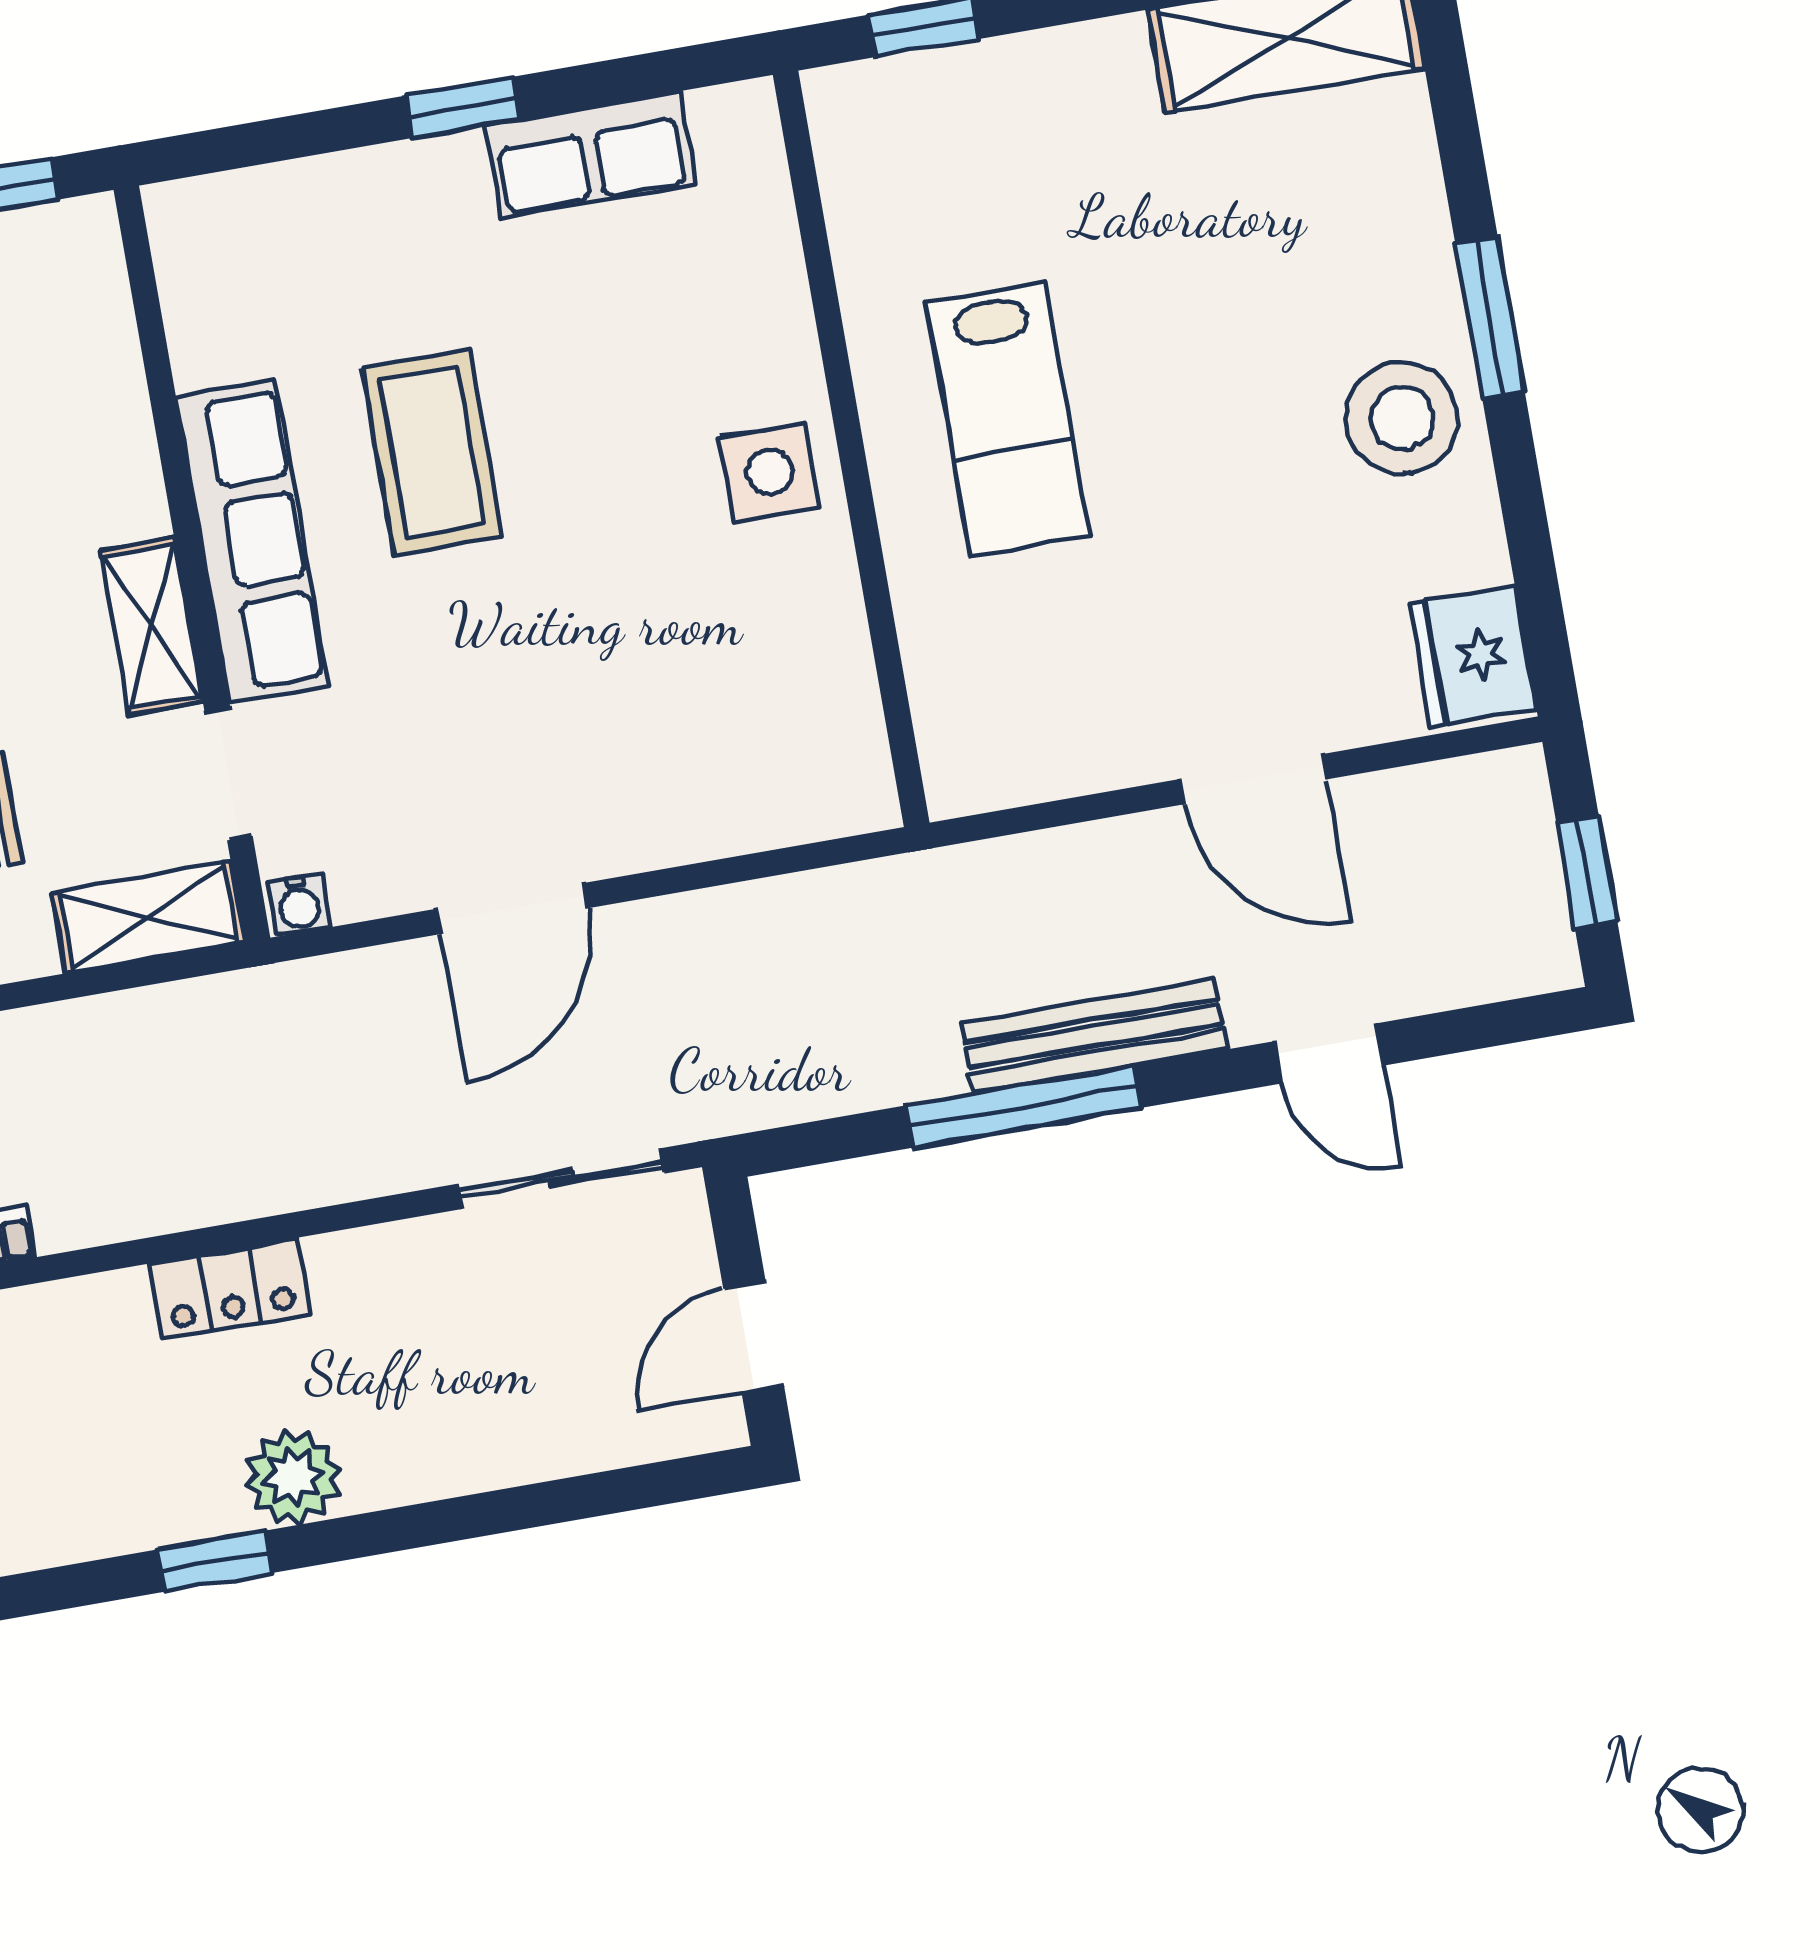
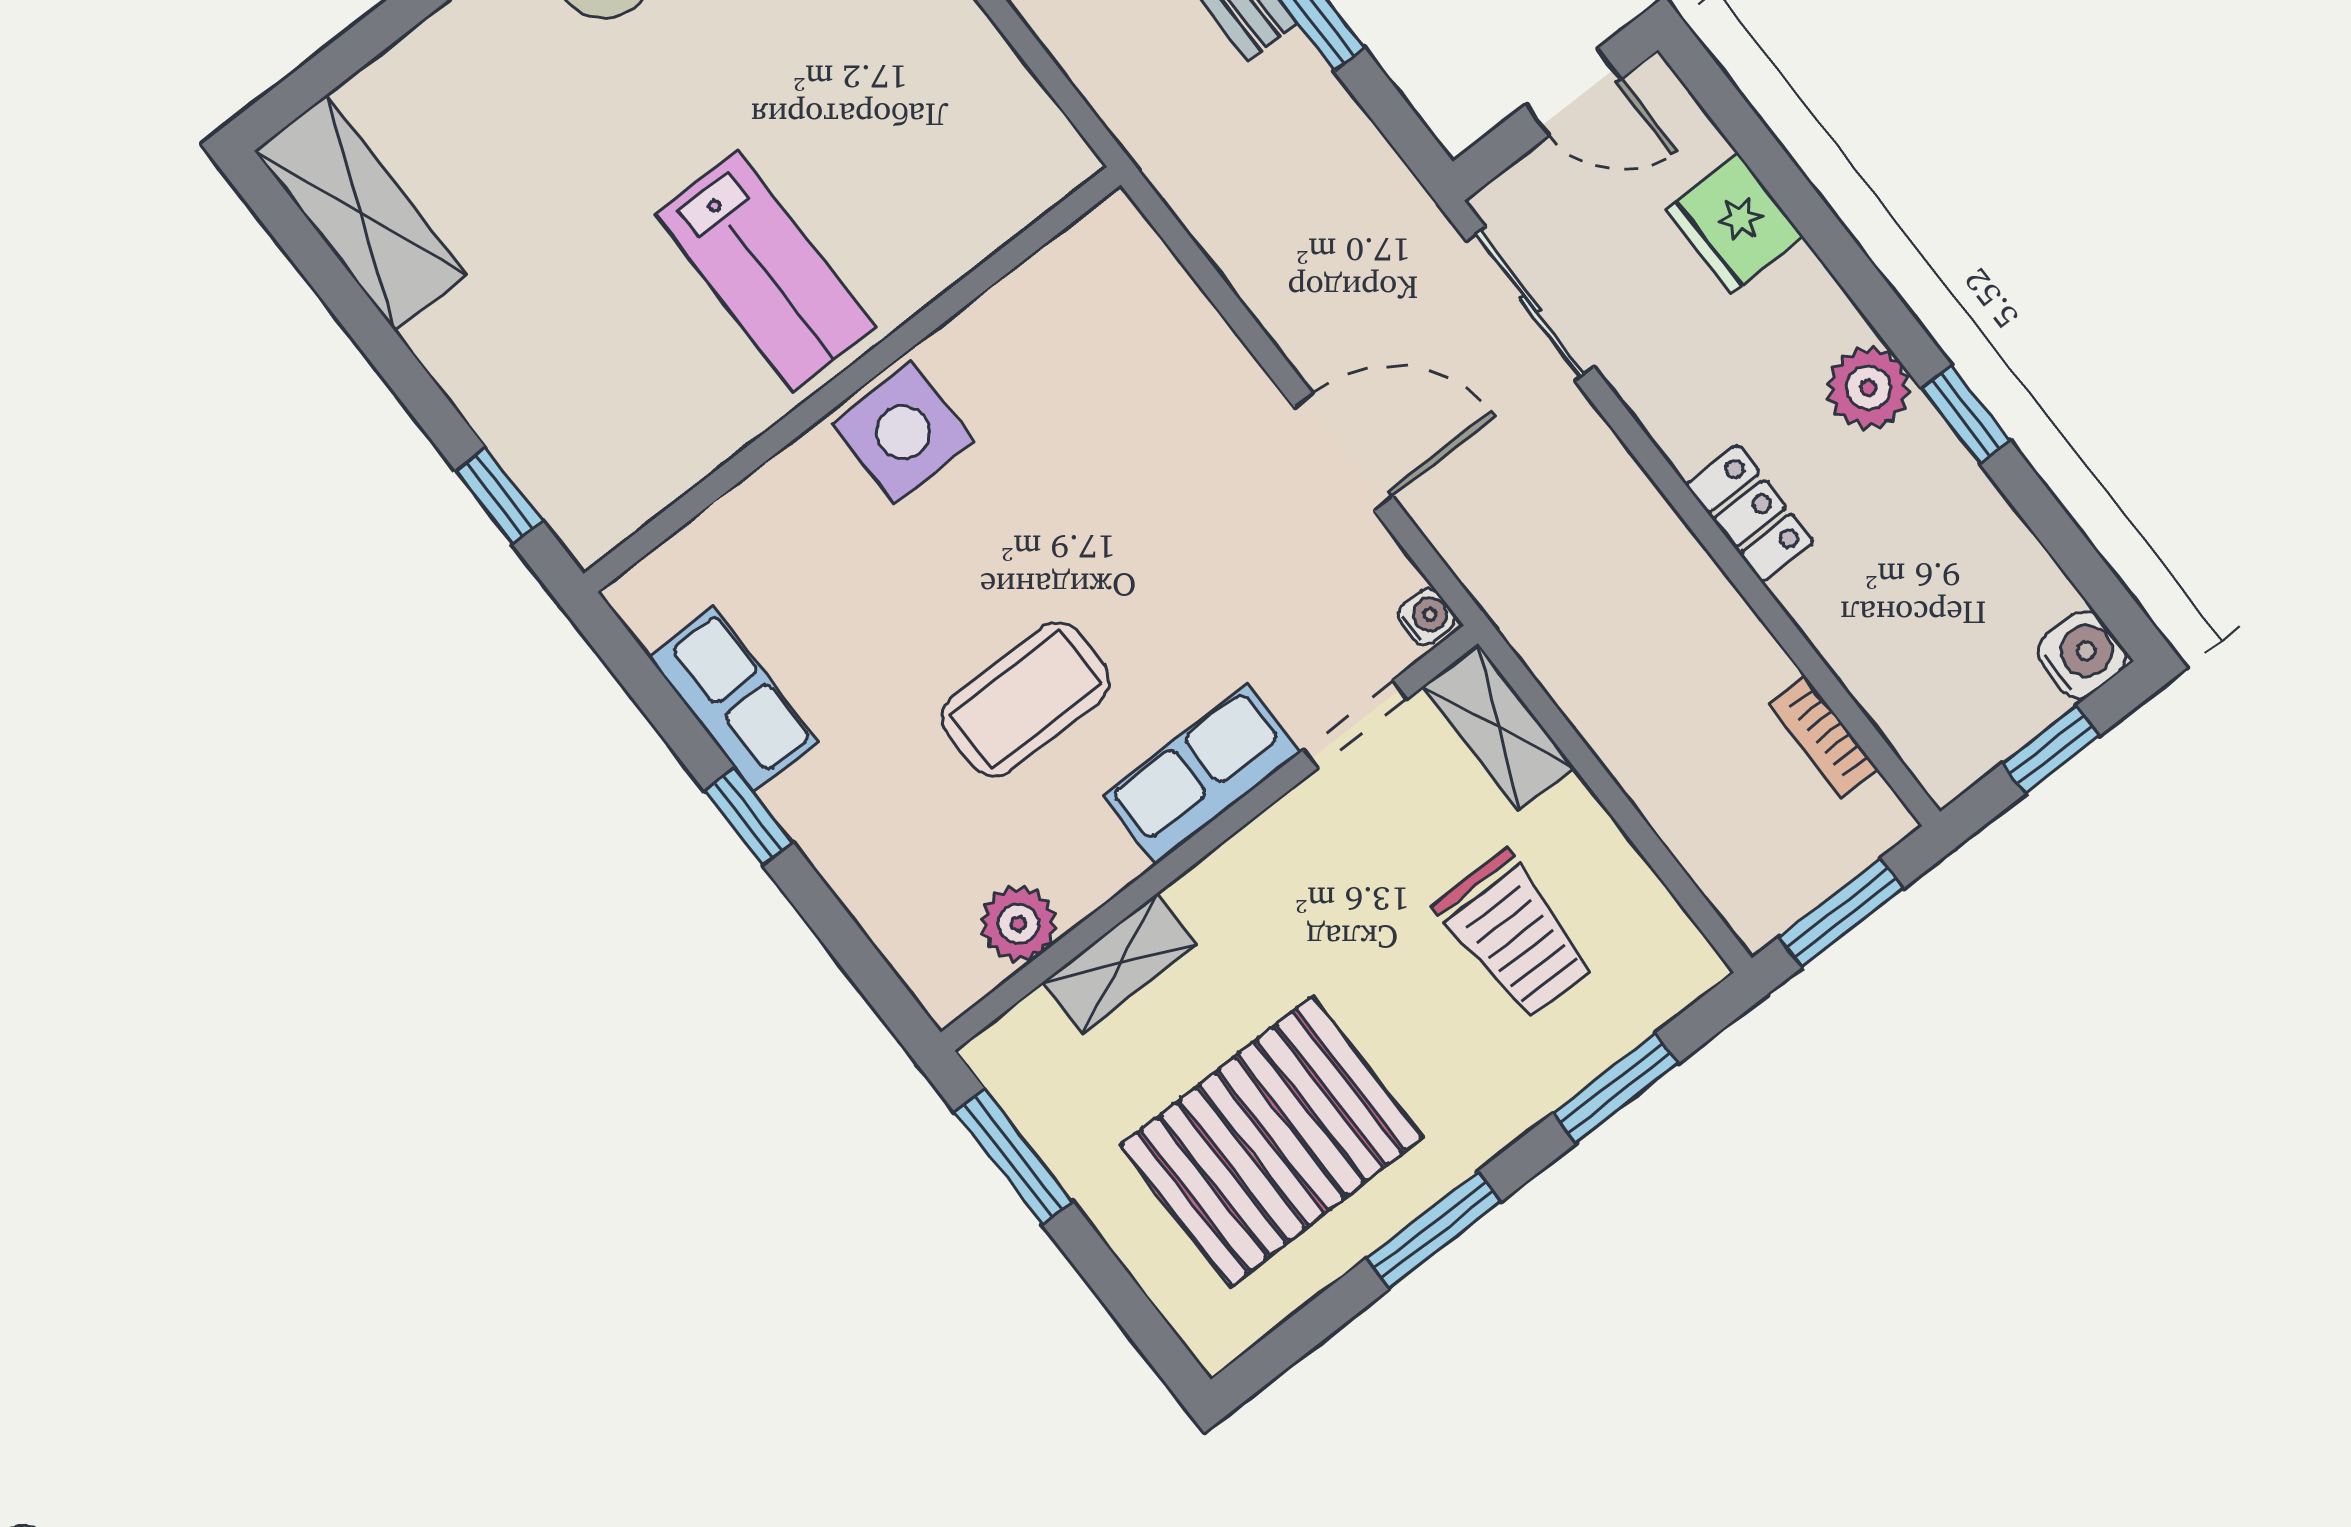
plant: (208, 324) -> (1019, 924), added
lab bench: (1008, 419) -> (766, 271), turned 90
side table: (770, 472) -> (903, 432), width x1.37, depth x1.37
row of seats: (252, 541) -> (1202, 774), width x0.68
shelving: (152, 626) -> (1120, 963), moved
fridge: (533, 1430) -> (1735, 223), added

